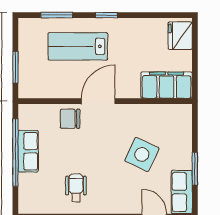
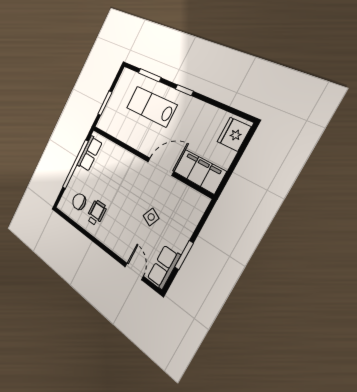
door: (98, 101) -> (161, 167), moved
chair: (70, 119) -> (79, 202), moved
row of seats: (28, 151) -> (90, 154), moved
side table: (142, 154) -> (151, 217), width x0.54, depth x0.54

